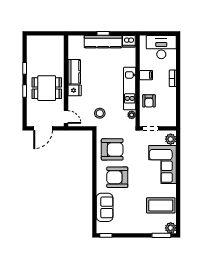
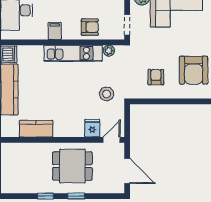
kitchen counter: (74, 72) -> (36, 129), moved
dining table: (47, 88) -> (72, 166), turned 90
fridge: (75, 90) -> (92, 128), moved
armchair: (112, 149) -> (156, 77), width x0.53, depth x0.53

